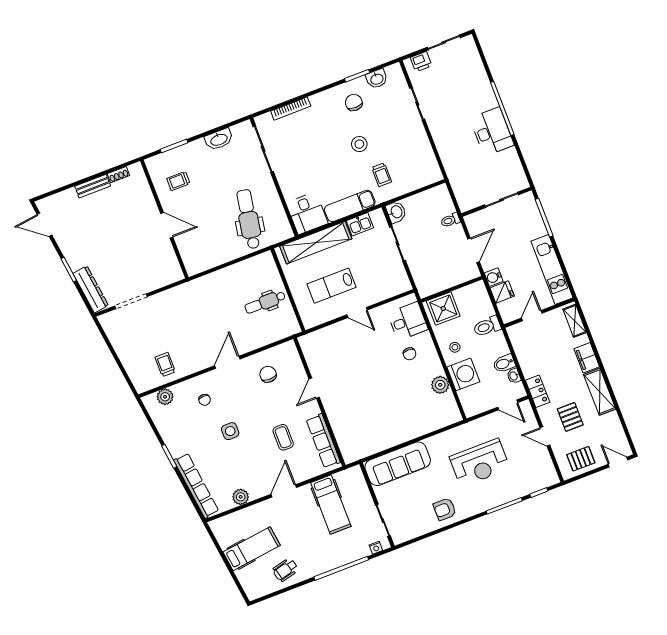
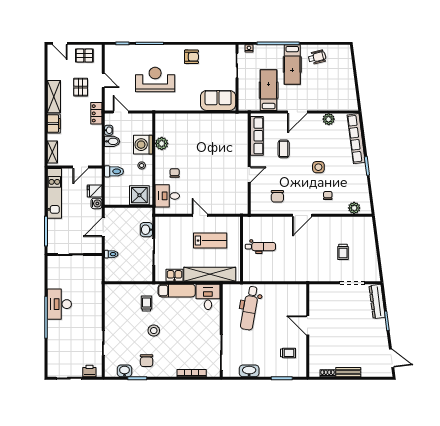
washbasin: (396, 212) -> (146, 230), moved
trolley: (165, 365) -> (343, 252), moved
sofa: (398, 464) -> (218, 100), width x0.73
hospital bed: (252, 549) -> (292, 65), moved, turned -83

